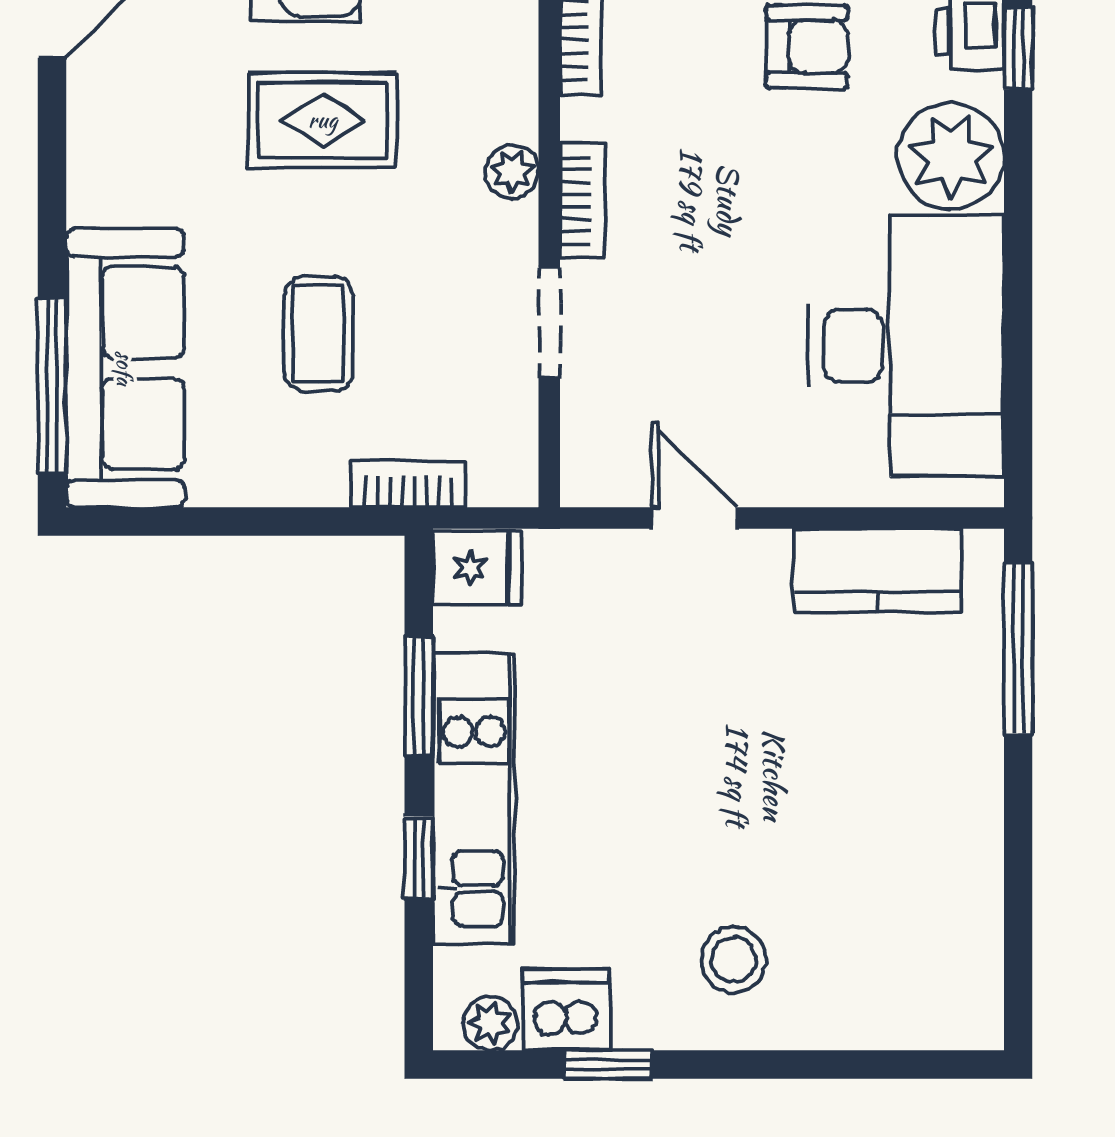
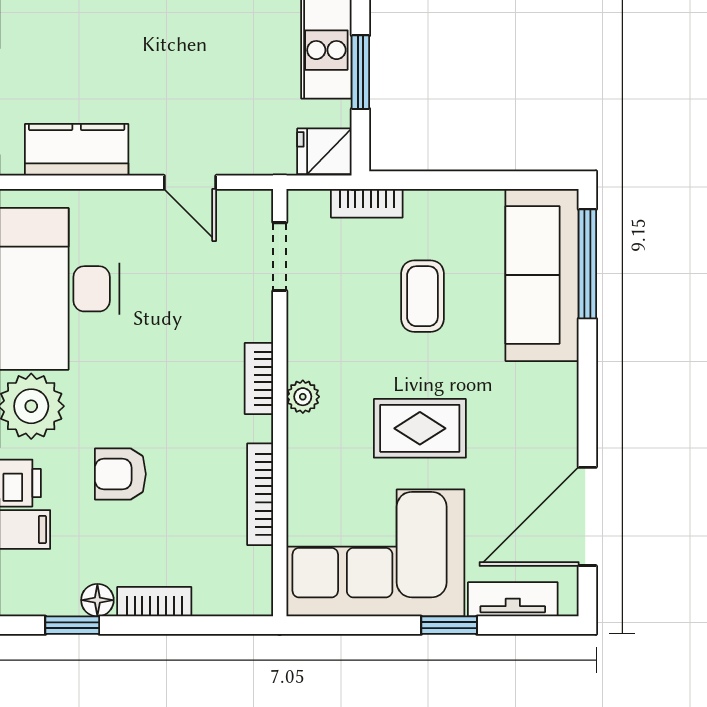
doorway: (549, 322) -> (280, 257), moved

